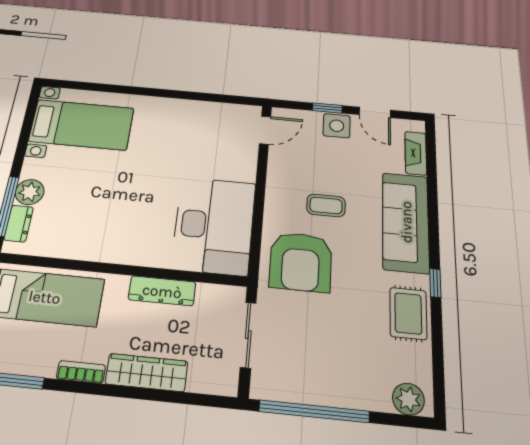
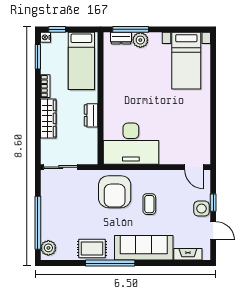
door: (375, 112) -> (213, 231), swing flipped
armchair: (301, 262) -> (115, 192), turned -90
window: (435, 283) -> (110, 263), width x3.17
dresser: (162, 291) -> (91, 115), width x0.70
sliding door: (248, 335) -> (61, 167), moved
window: (314, 411) -> (38, 223), moved

